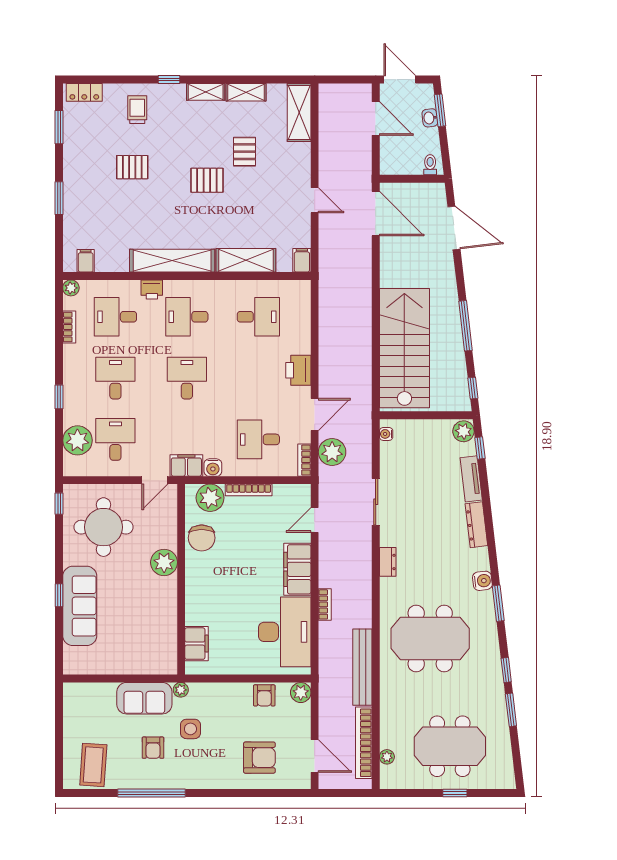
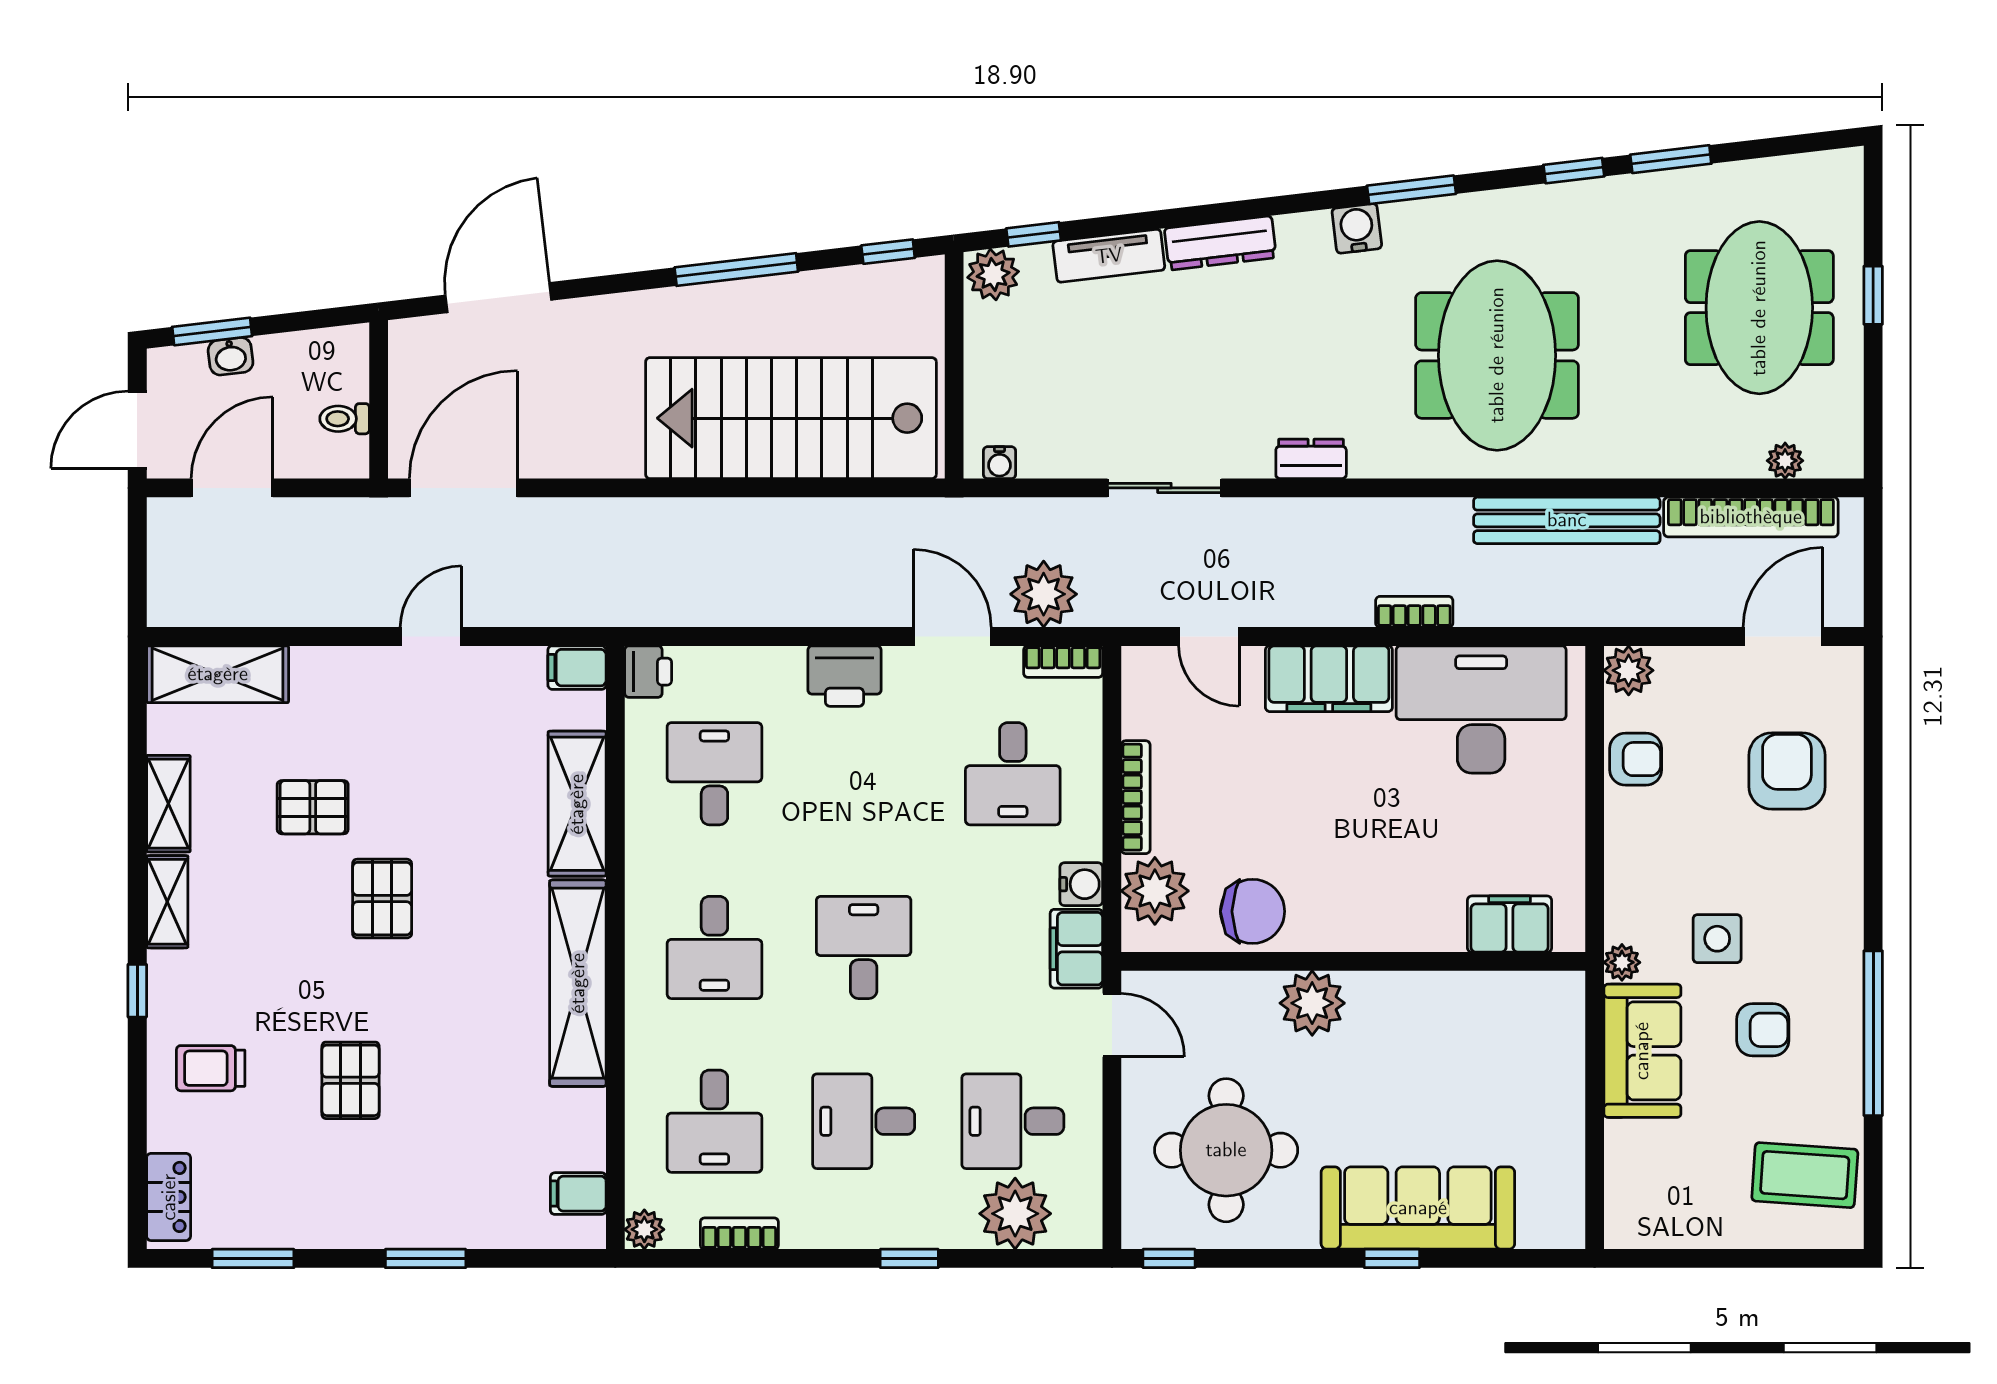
toilet: (430, 165) -> (345, 419), moved
printer: (152, 289) -> (648, 672), moved
desk: (187, 378) -> (864, 947), turned 90

